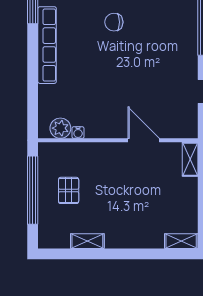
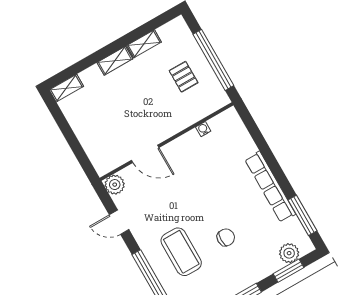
coffee table: (162, 32) -> (181, 252), added
plant: (60, 128) -> (115, 185), moved
shelving: (190, 159) -> (115, 61), moved, turned 90

